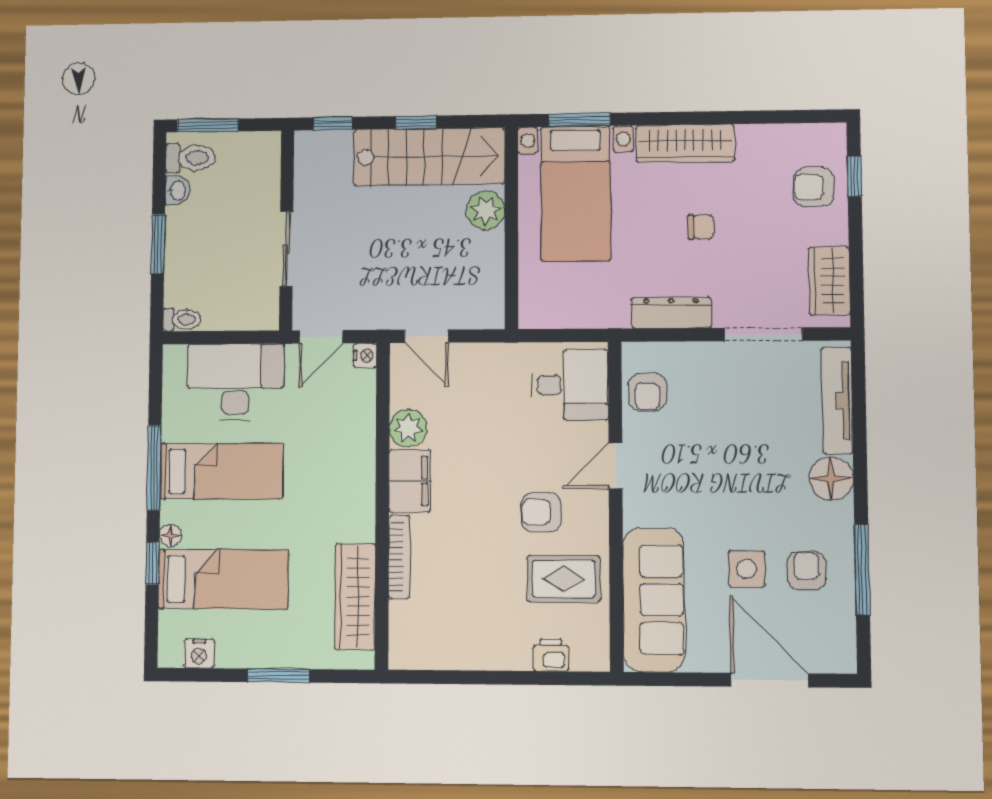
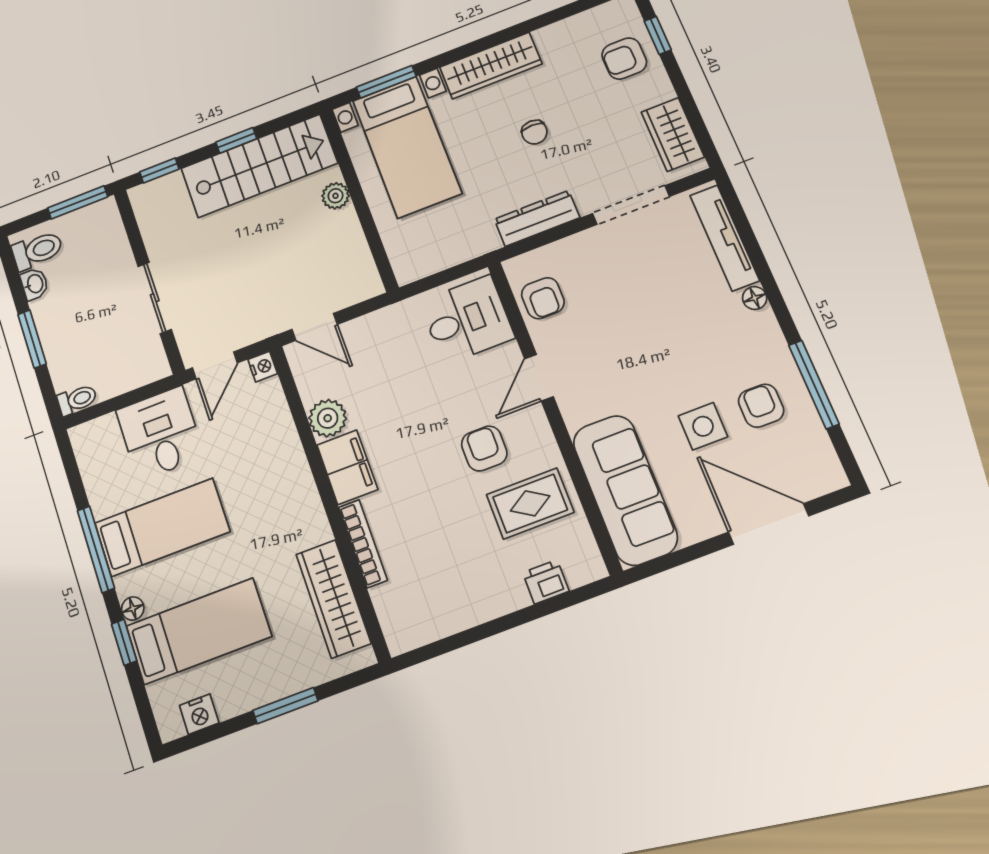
window: (208, 125) -> (78, 202), moved
plant: (486, 210) -> (336, 196), width x0.73, depth x0.73
chair: (701, 227) -> (534, 132), turned 90
desk: (236, 382) -> (160, 433), width x0.73
floor lamp: (831, 479) -> (755, 298), width x0.53, depth x0.53
armchair: (541, 512) -> (484, 449), turned 90

